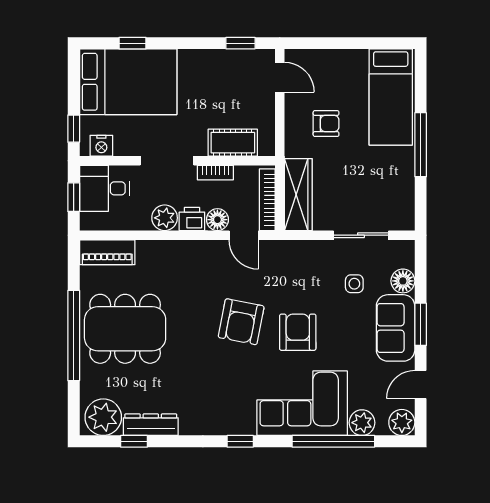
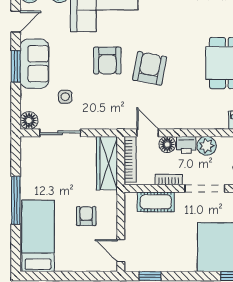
armchair: (326, 124) -> (86, 216), turned 90
floor lamp: (403, 281) -> (29, 120), moved

